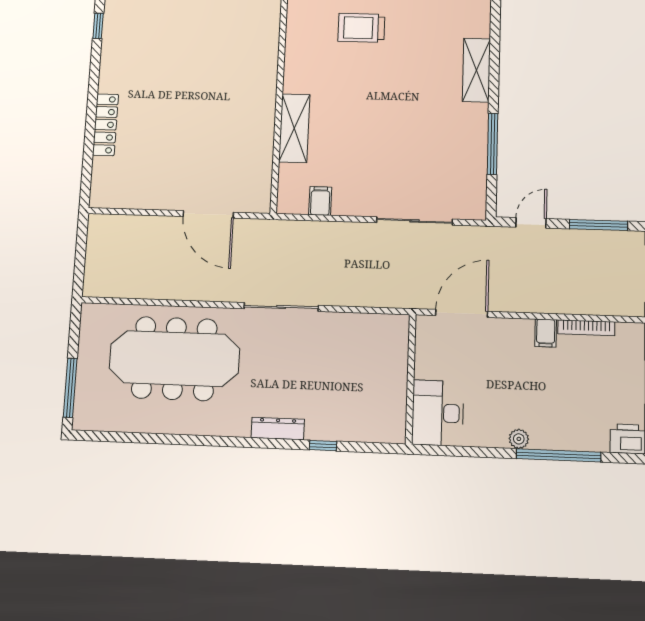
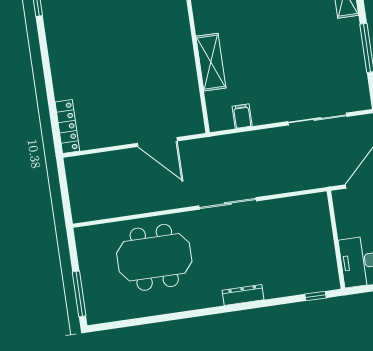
locker: (106, 125) -> (67, 126), moved
meeting table: (174, 359) -> (154, 257), width x0.73
window: (323, 446) -> (316, 296), moved

